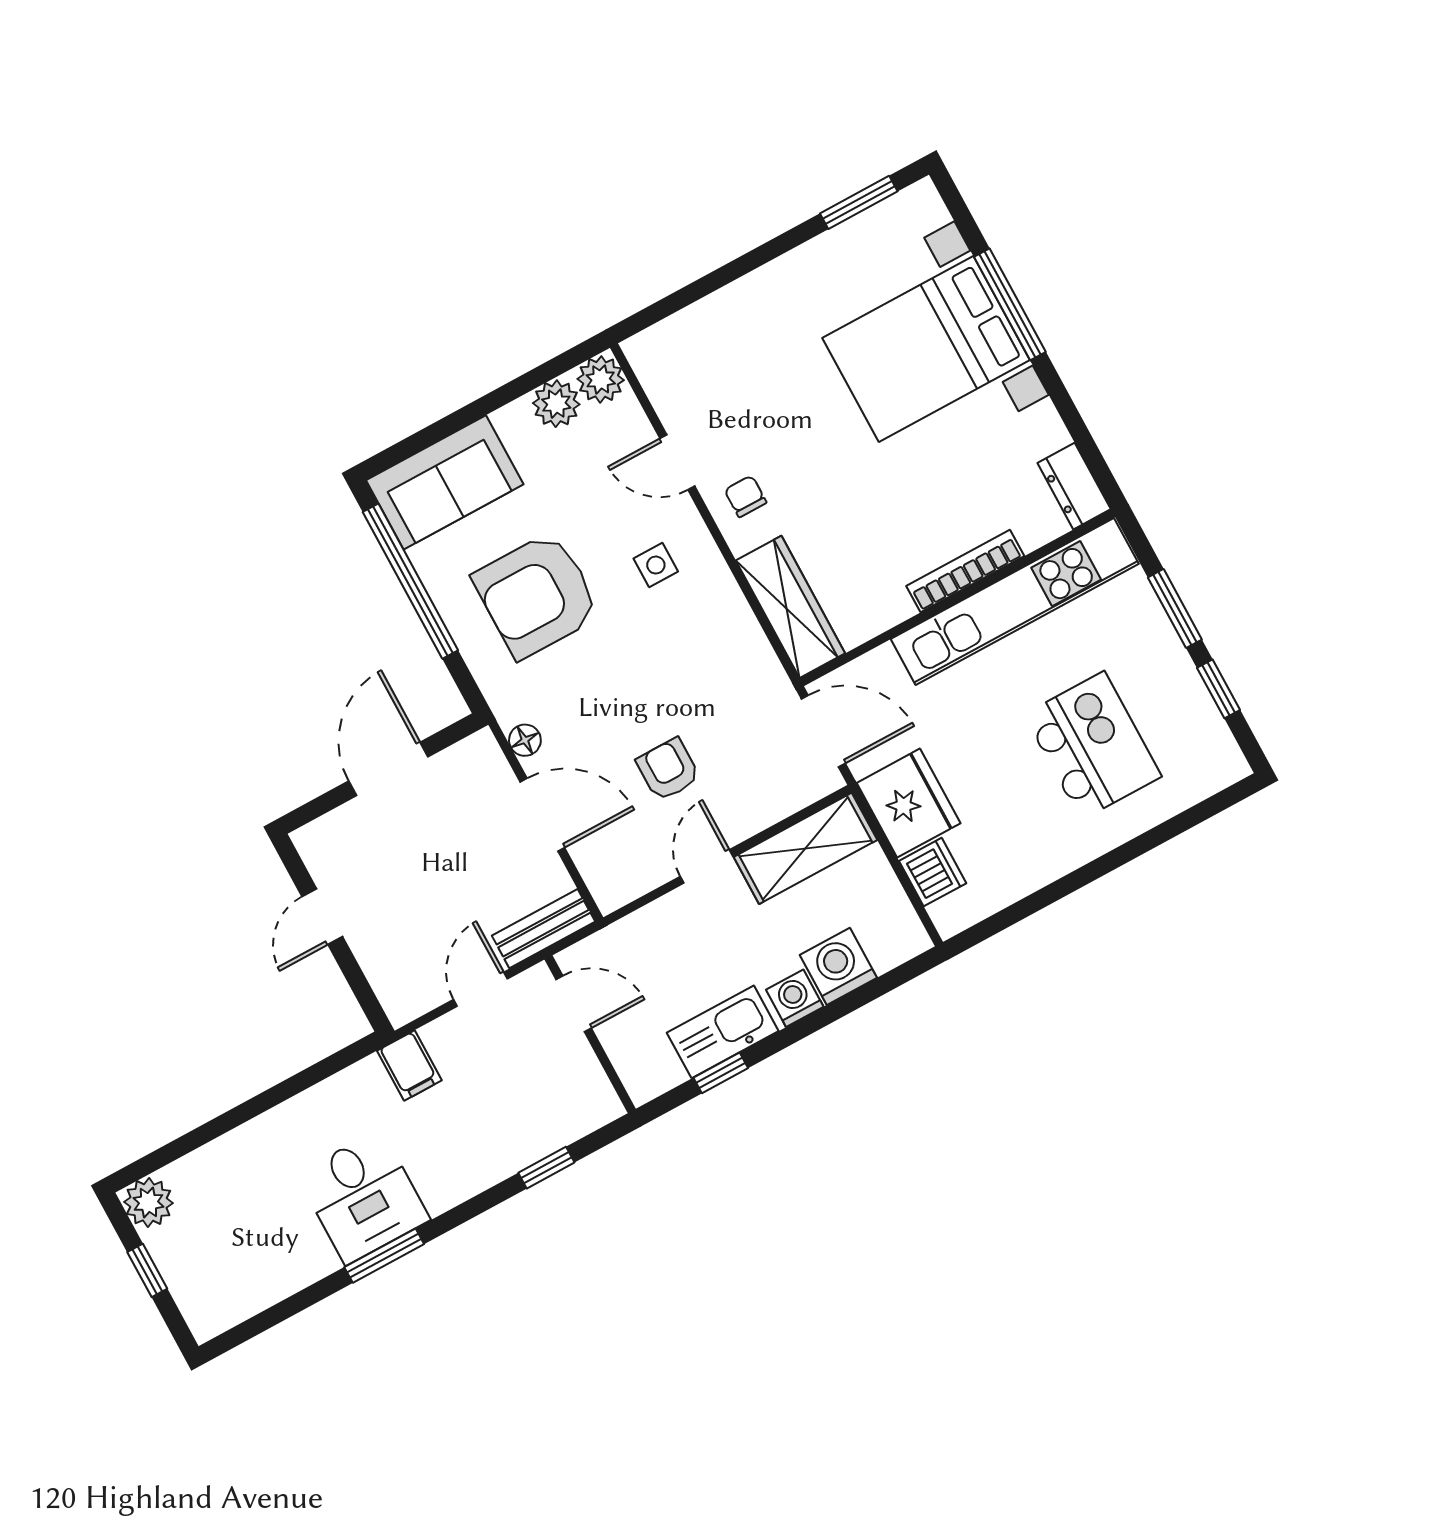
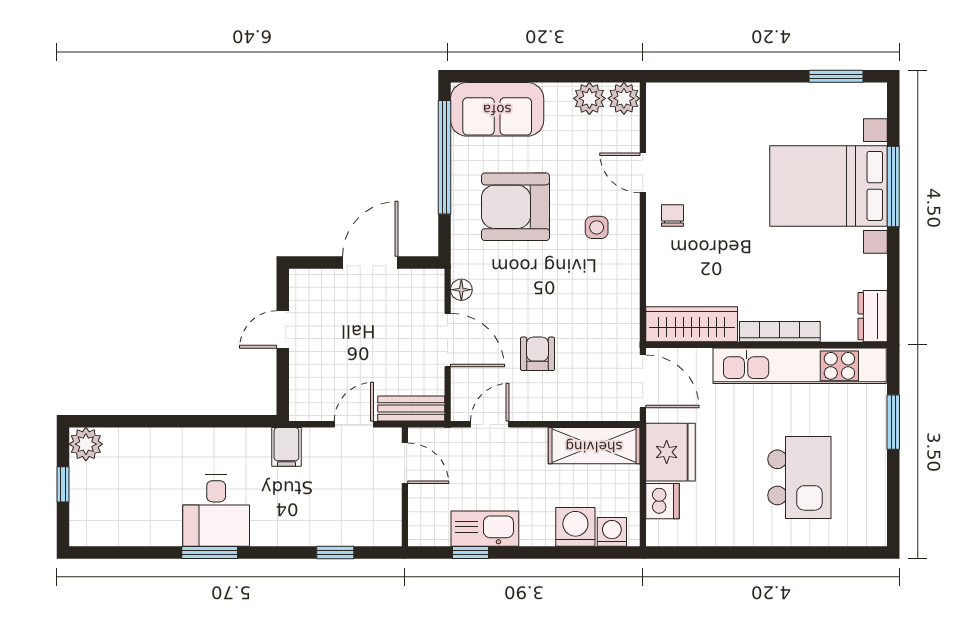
wardrobe: (790, 607) -> (692, 324), moved, turned -90
window: (1219, 689) -> (893, 484), removed
door: (707, 866) -> (490, 424), moved
washing machine: (795, 998) -> (612, 532), moved

